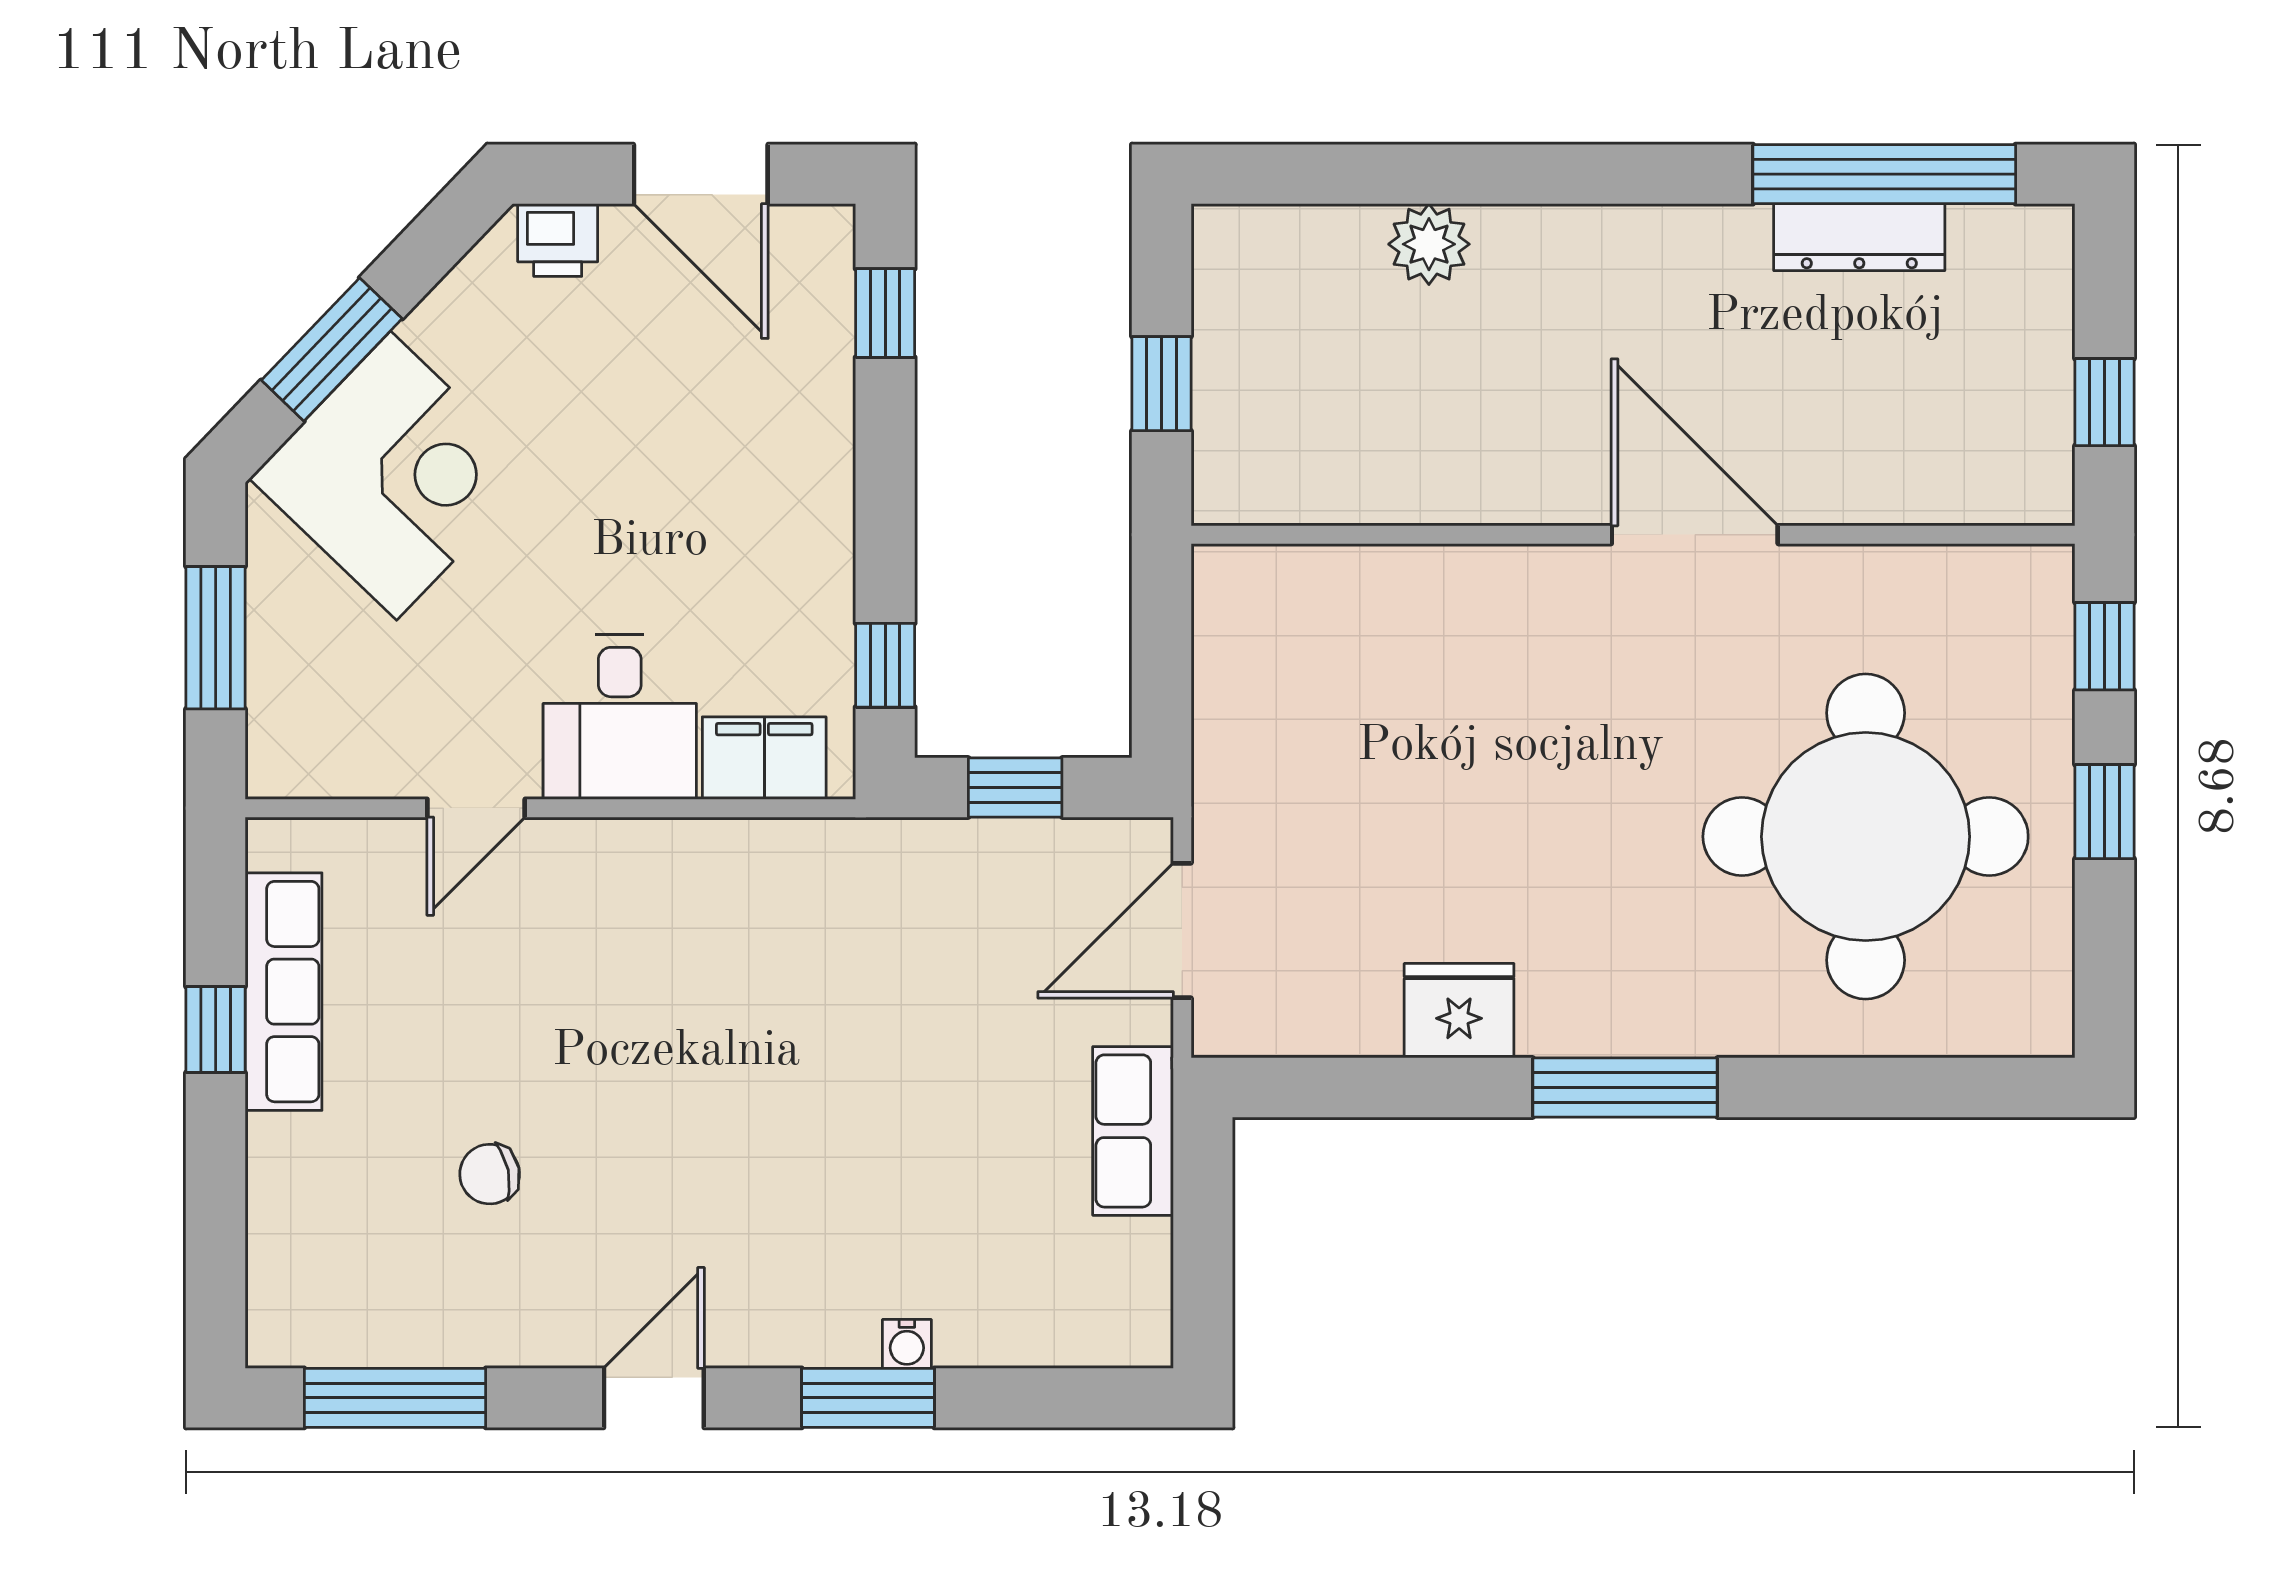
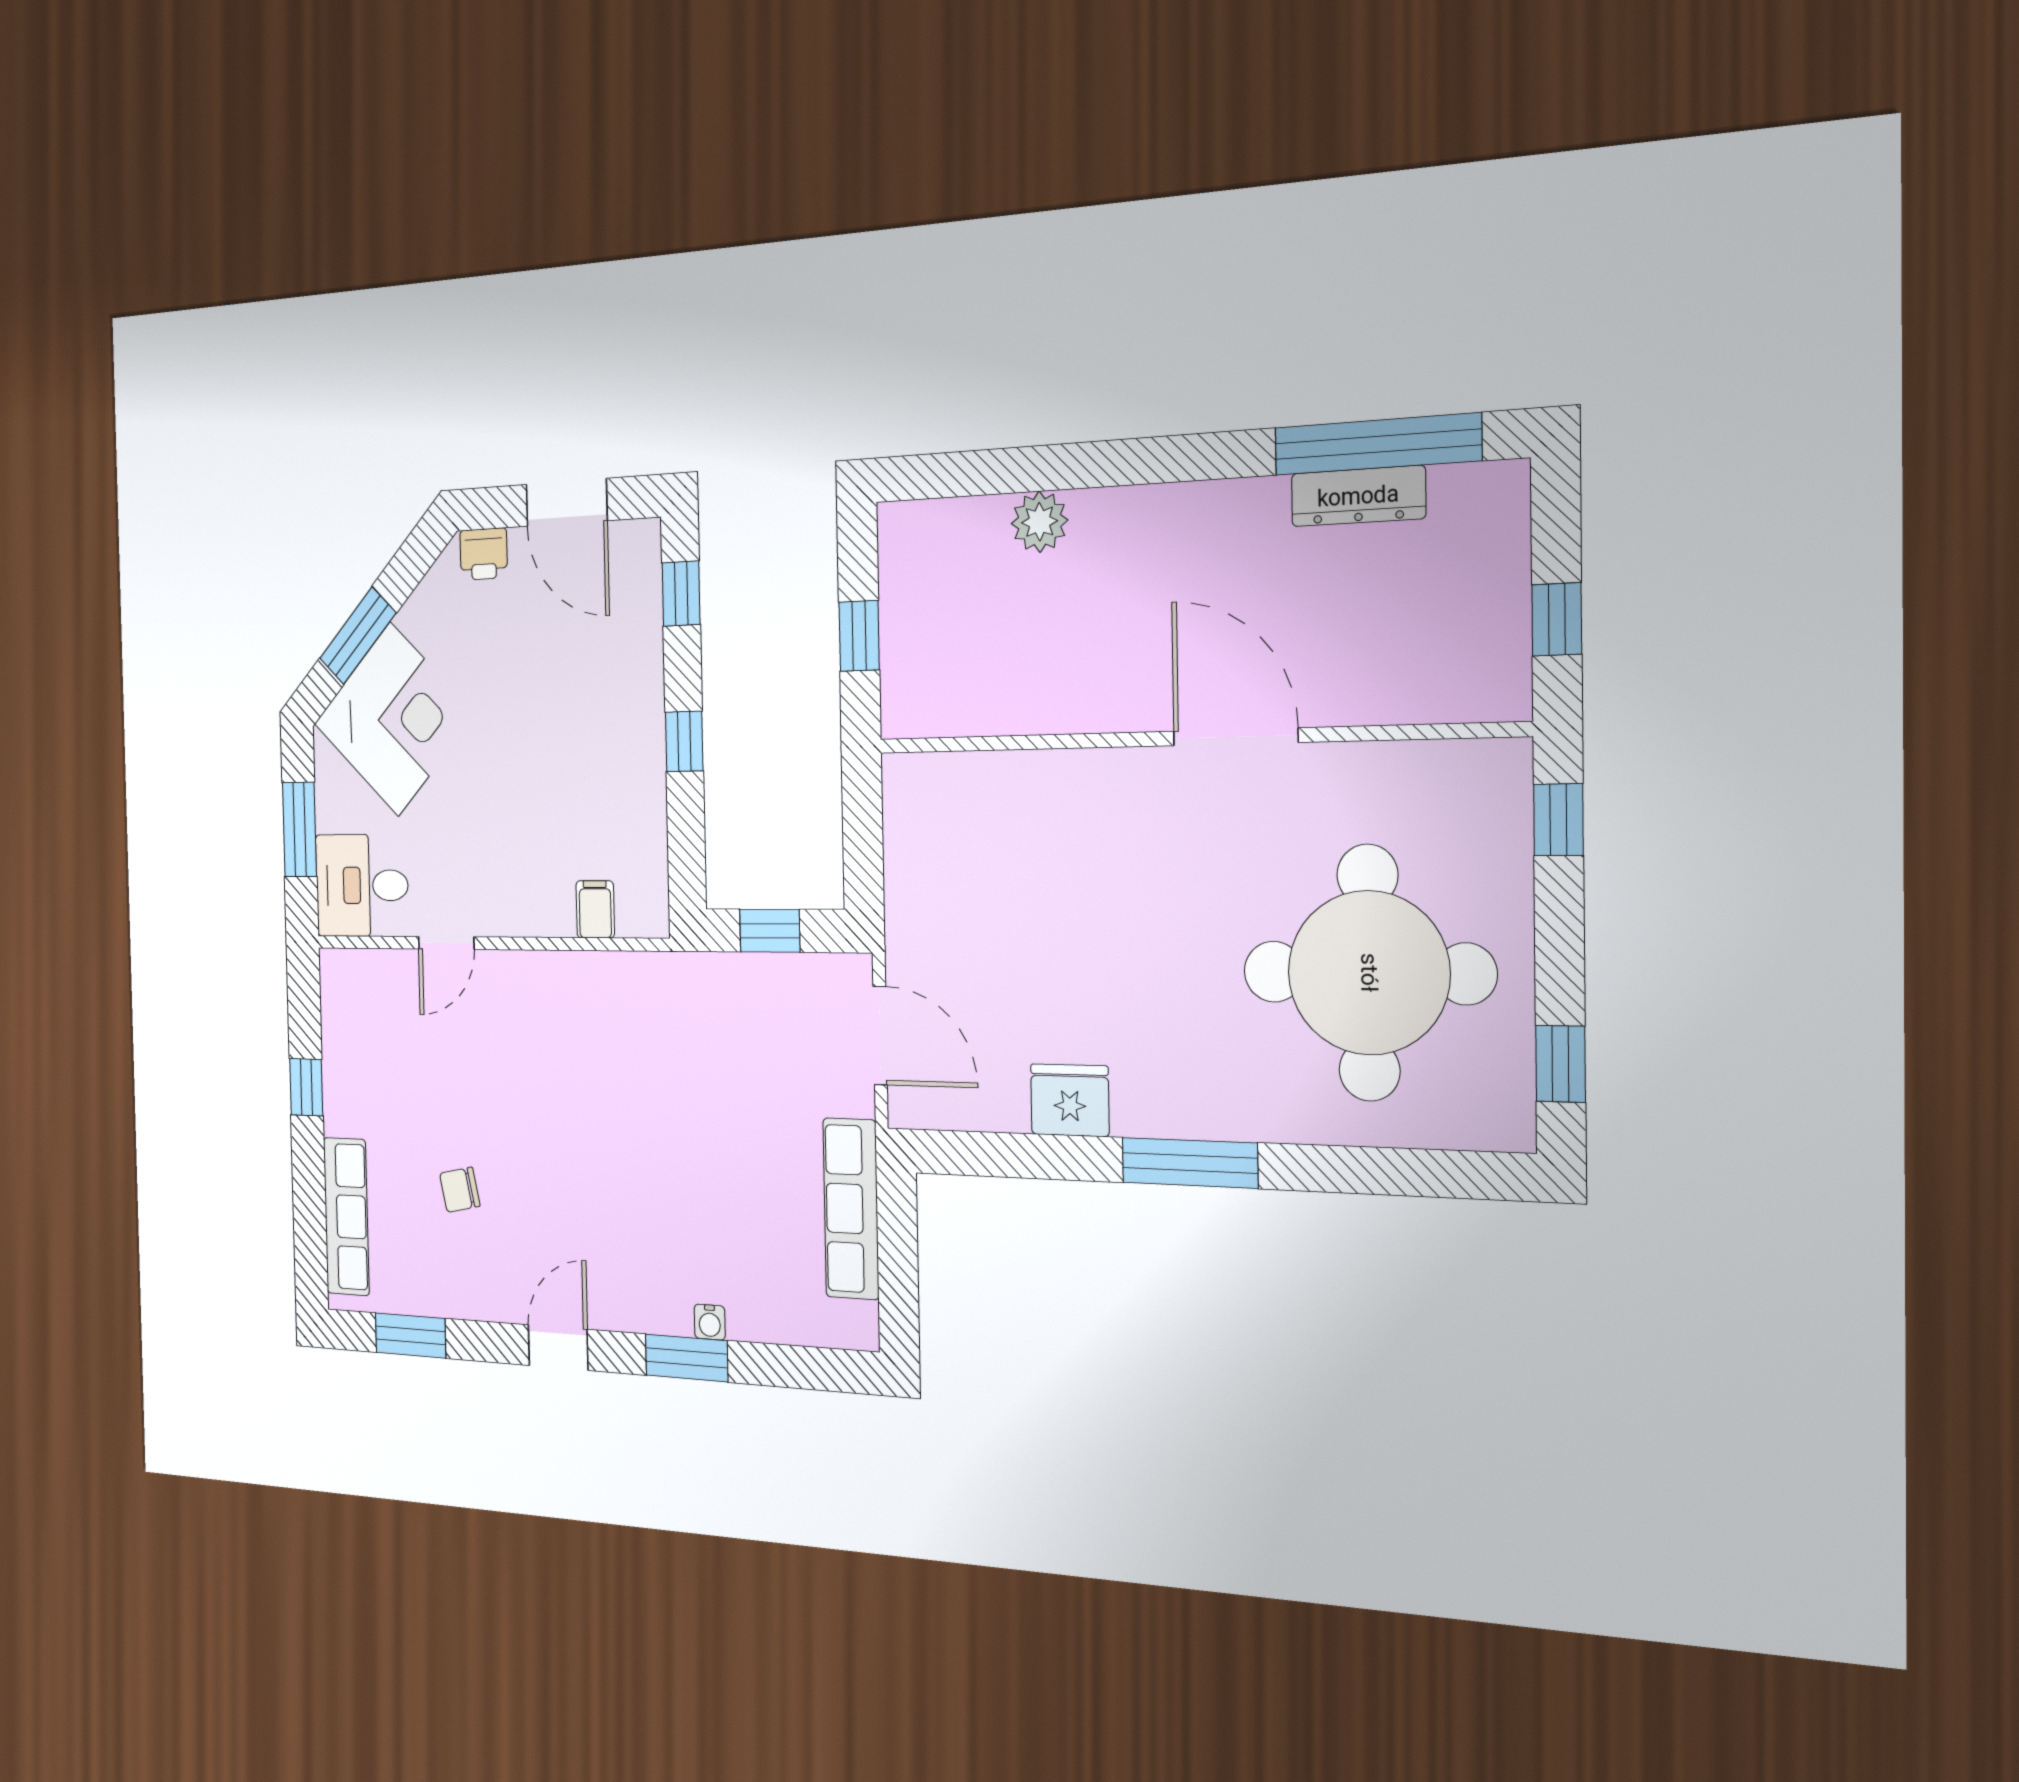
window: (885, 665) -> (684, 741), moved
desk: (620, 717) -> (362, 885), moved, turned 90
filing cabinet: (764, 758) -> (595, 909), width x0.50
window: (2105, 812) -> (1561, 1064), moved
door: (1182, 931) -> (880, 1036), swing flipped
row of seats: (284, 992) -> (346, 1216), moved
row of seats: (1133, 1131) -> (851, 1209), width x1.48
window: (395, 1398) -> (410, 1336), width x0.69

